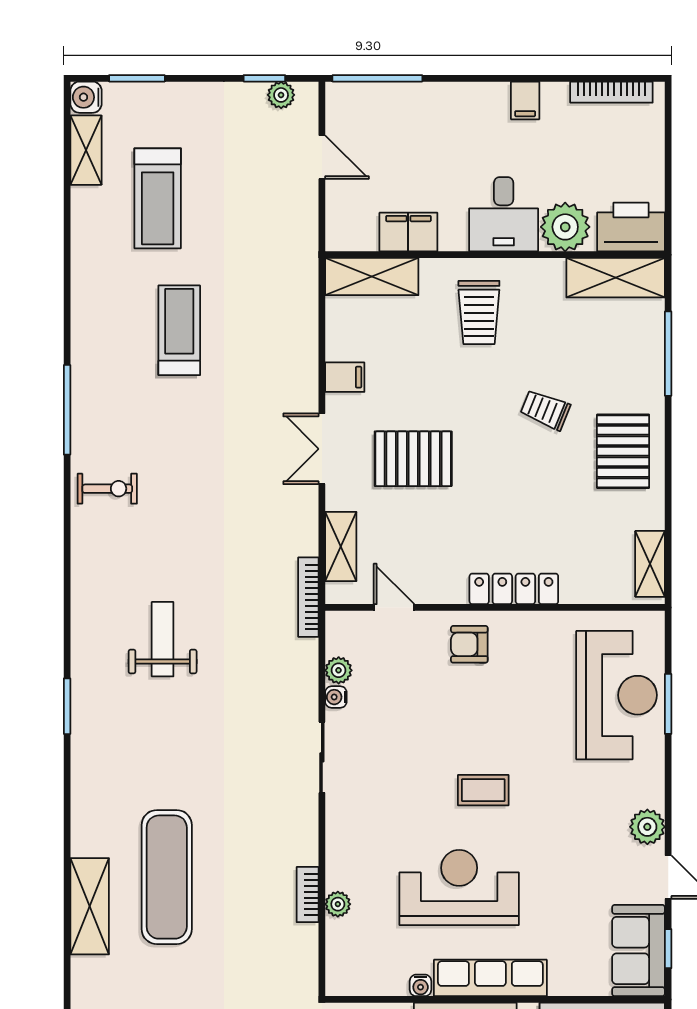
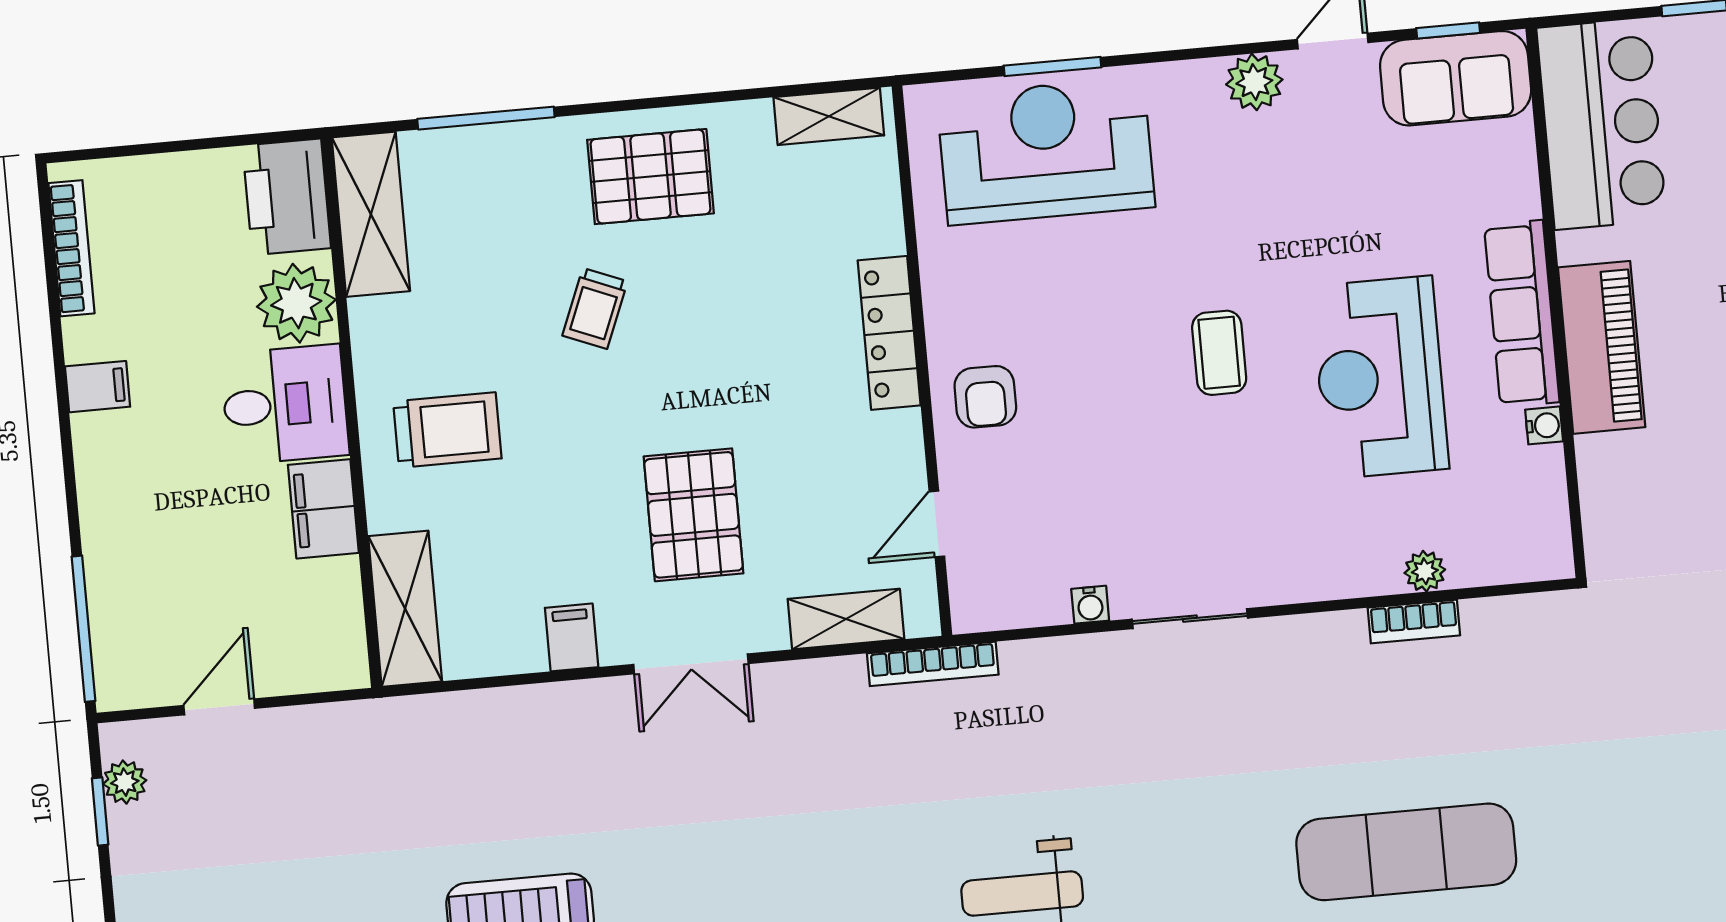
filing cabinet: (408, 232) -> (323, 509), moved
plant: (339, 670) -> (1047, 604), removed

